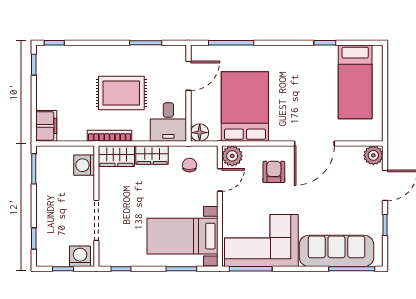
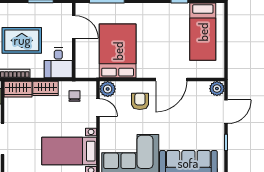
door: (189, 76) -> (74, 27), hinge flipped
floor lamp: (200, 133) -> (82, 71), removed
door: (220, 180) -> (98, 108), hinge flipped

